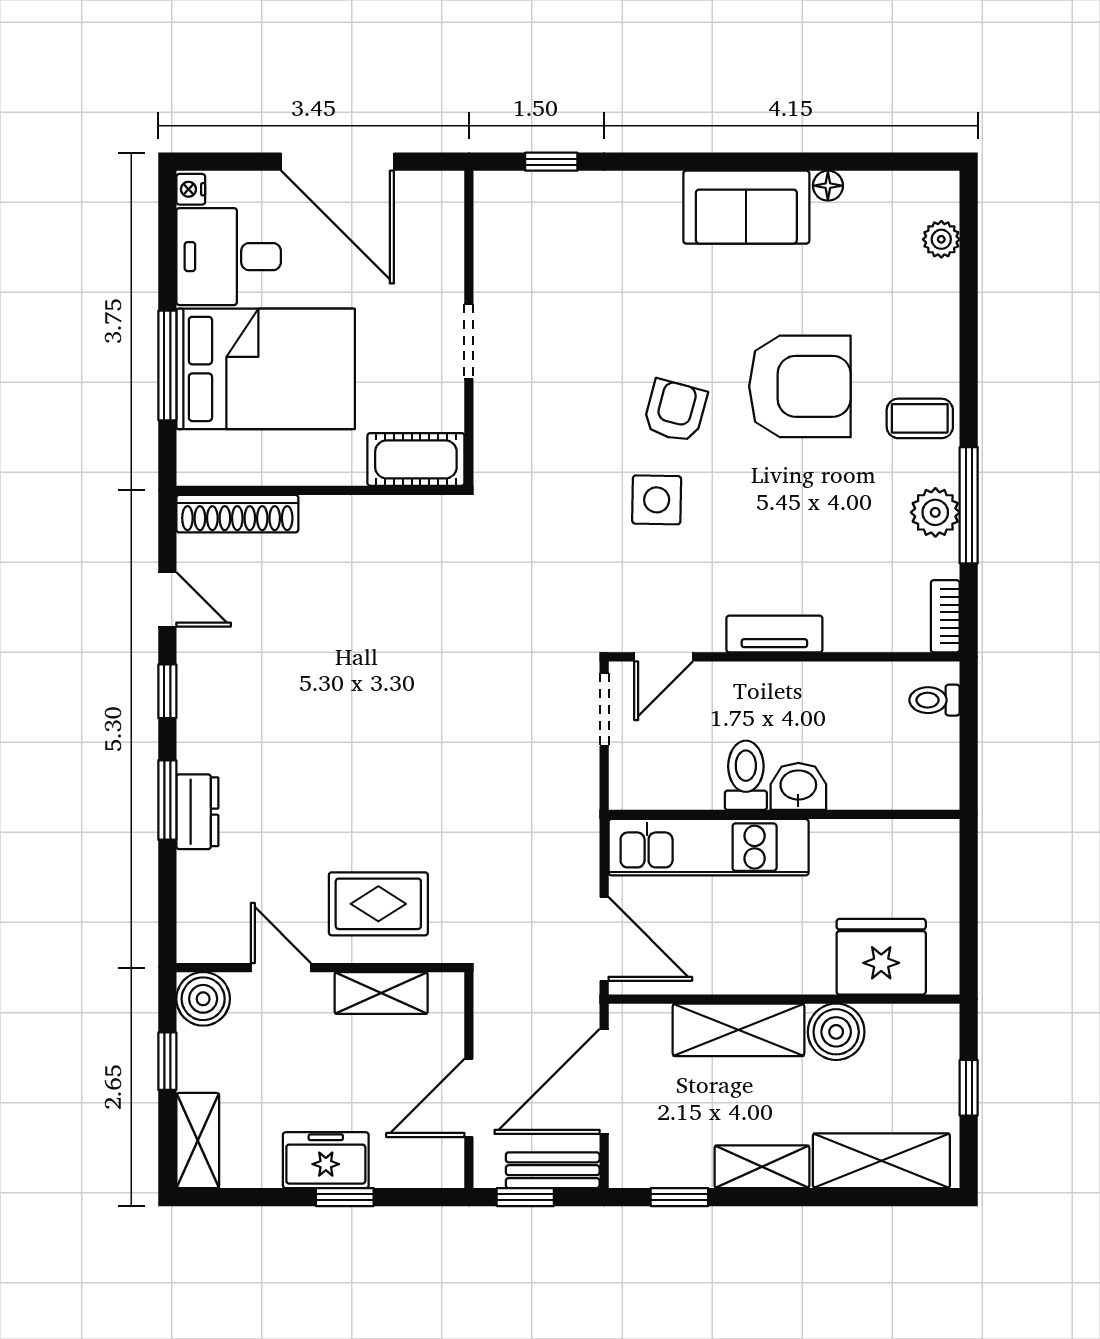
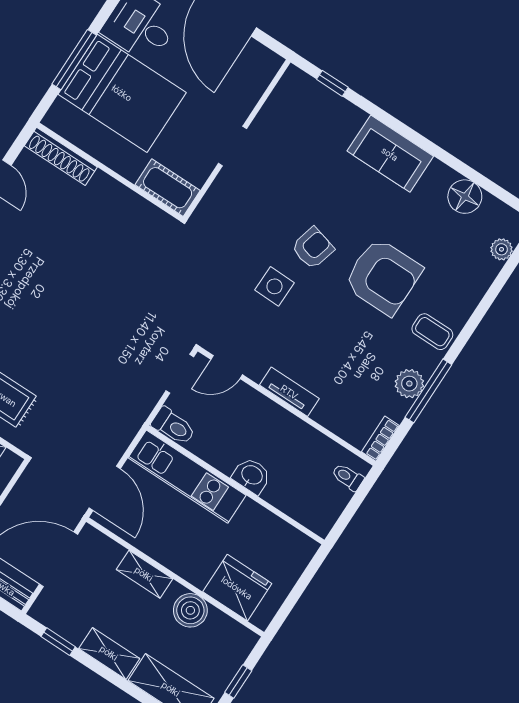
floor lamp: (828, 186) -> (465, 197), width x1.89, depth x1.89
sofa: (746, 207) -> (390, 154), moved
toilet: (746, 775) -> (173, 426), moved, turned 90
shelving: (738, 1030) -> (144, 574), width x0.67, depth x0.75

